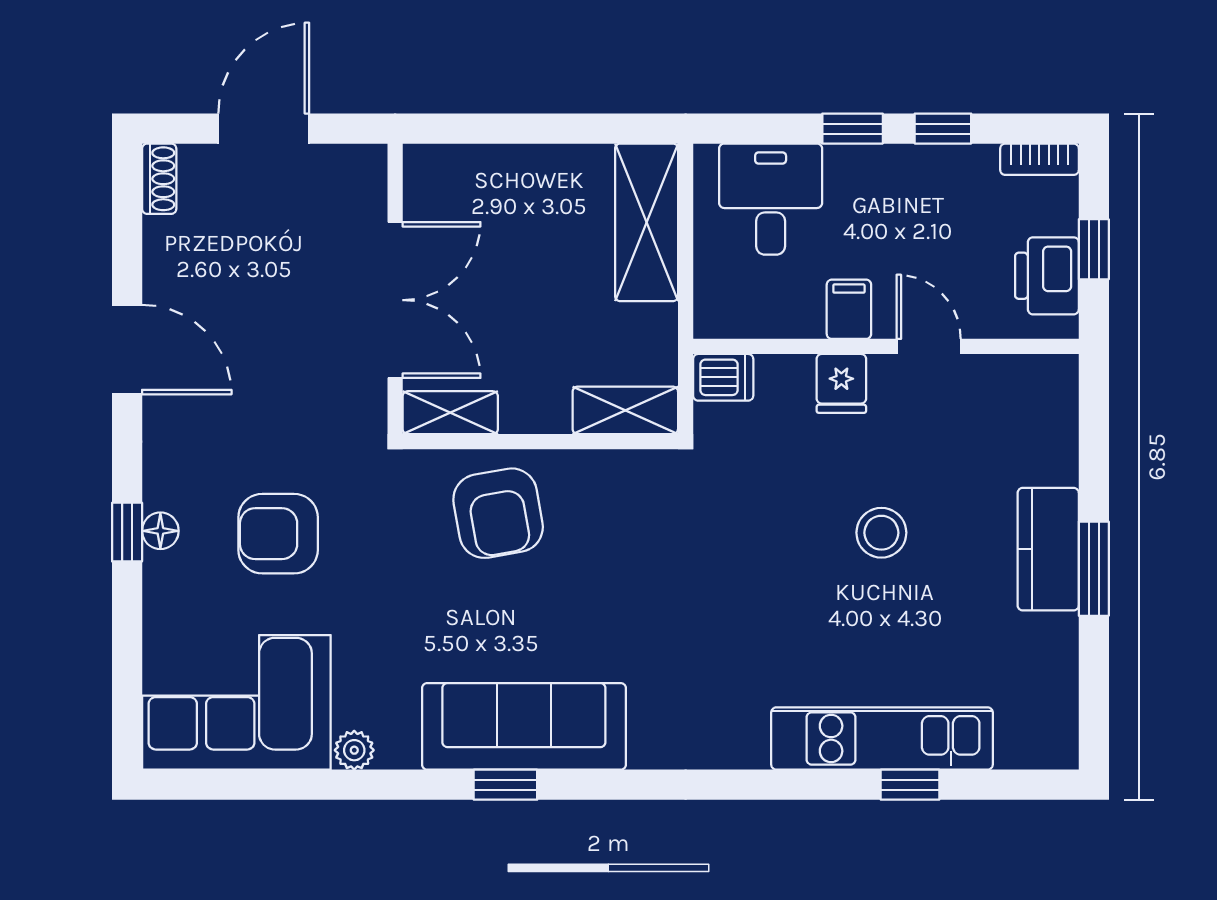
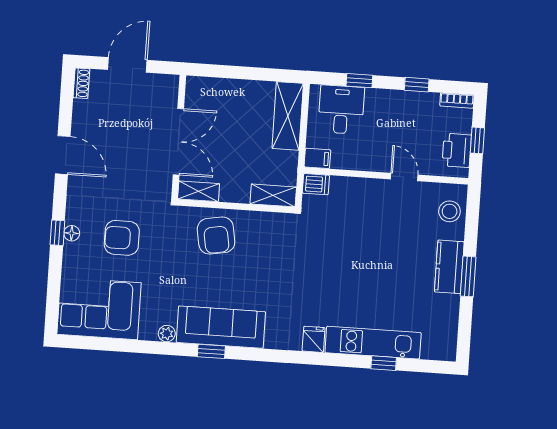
window: (853, 129) -> (359, 81), moved
filing cabinet: (849, 309) -> (317, 158), moved, turned 90
fridge: (841, 383) -> (314, 339), moved, turned 180
stool: (881, 533) -> (450, 211), moved
plant: (354, 750) -> (167, 334), moved

